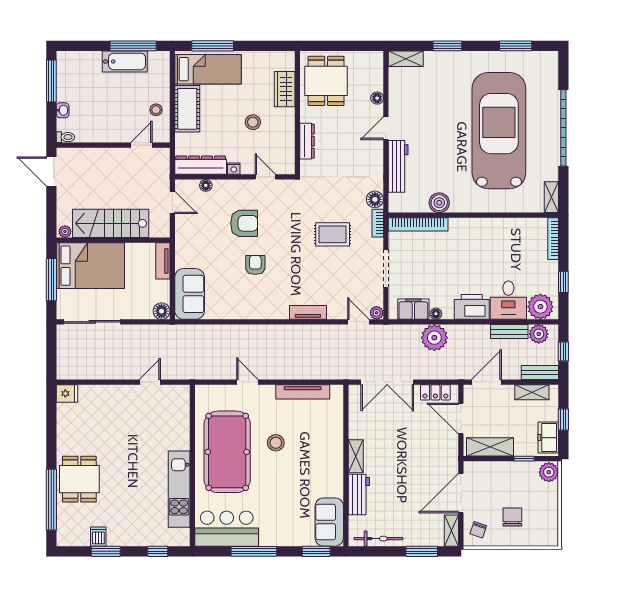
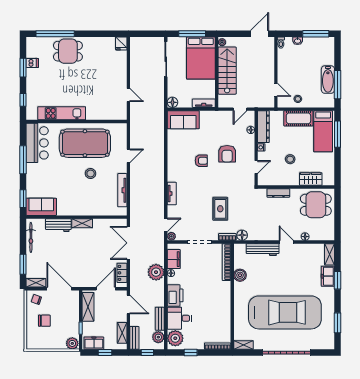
freezer: (441, 62) -> (328, 276), added

